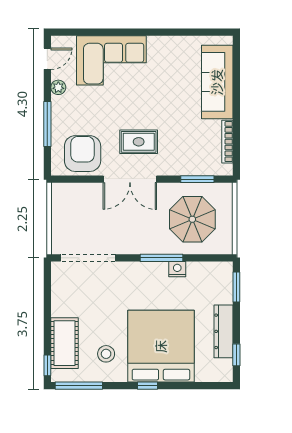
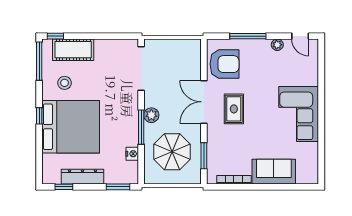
corner sofa: (111, 60) -> (299, 114), moved
sofa: (217, 82) -> (274, 172), width x0.73
plant: (147, 245) -> (151, 115), added
nightstand: (177, 269) -> (132, 154), moved

